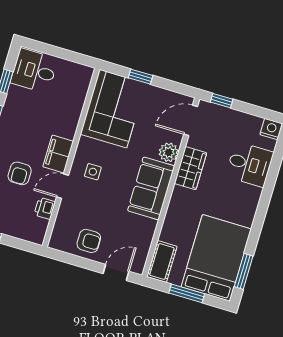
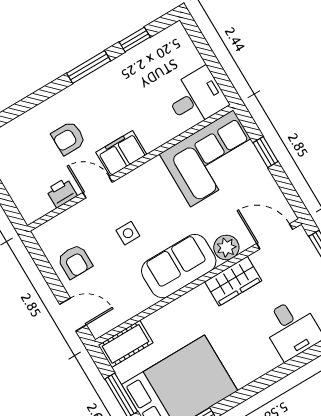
desk: (34, 71) -> (197, 98), moved, turned 90
side table: (93, 172) -> (128, 233), moved

